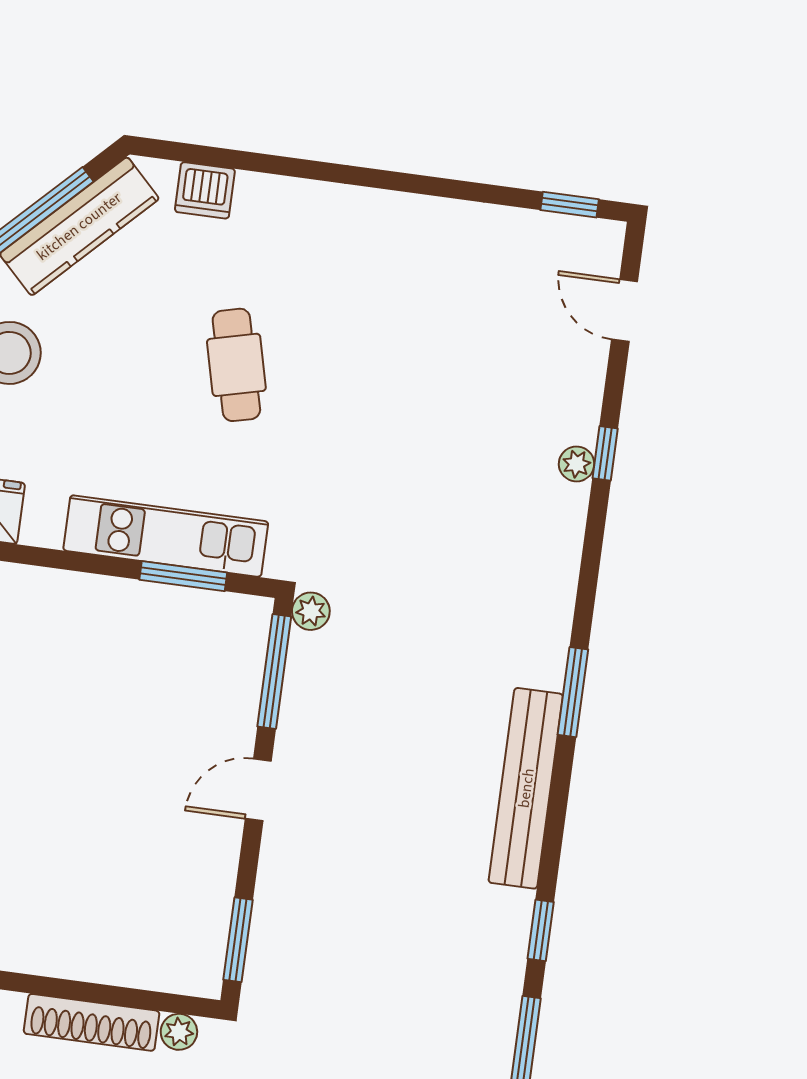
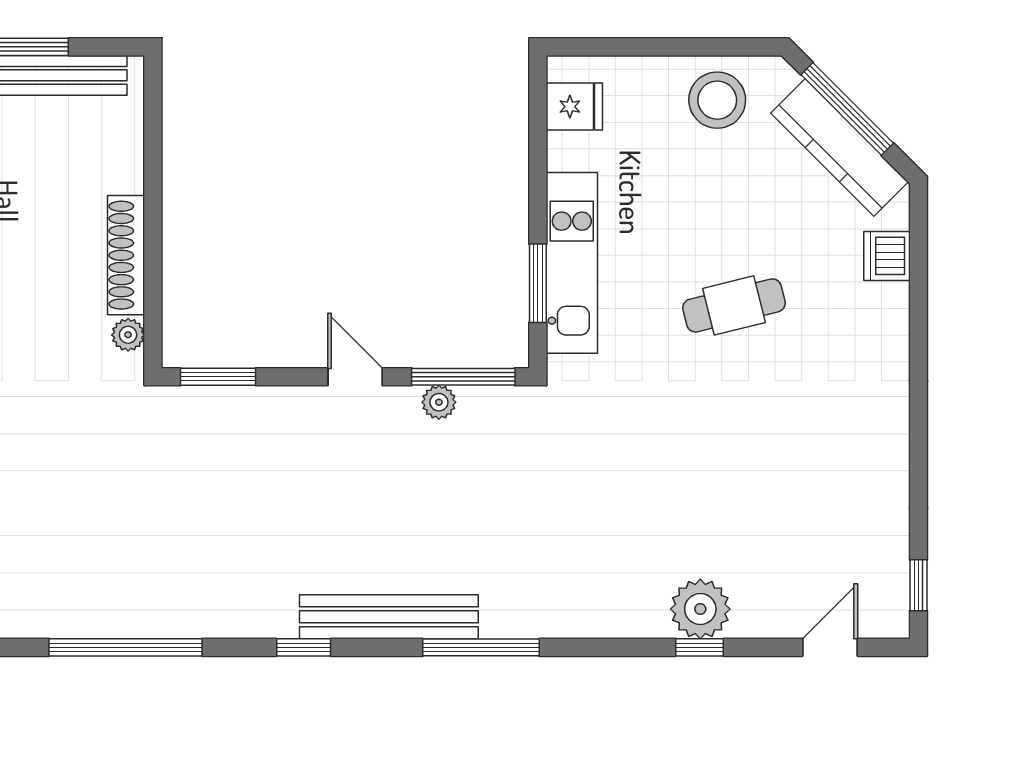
plant: (577, 464) -> (700, 609), width x1.88, depth x1.88
plant: (311, 611) -> (439, 402), moved
window: (573, 692) -> (481, 647), width x1.44
window: (541, 930) -> (304, 647), moved

